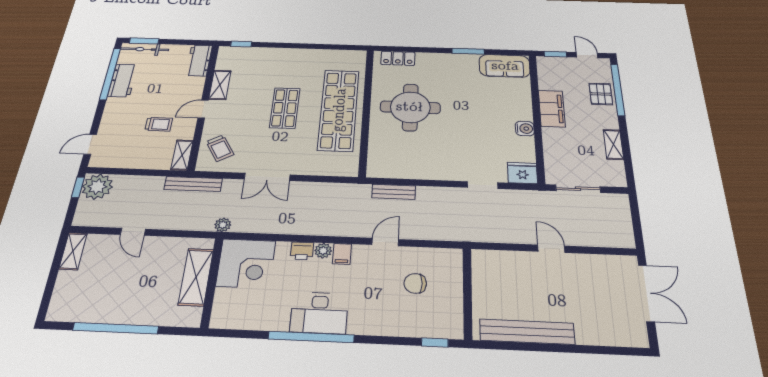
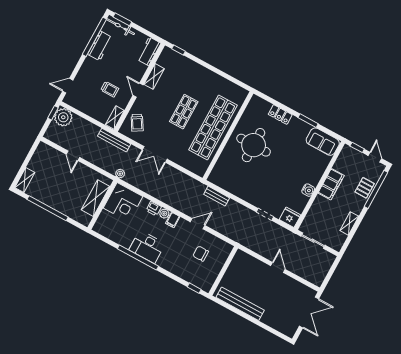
locker: (398, 58) -> (280, 114), moved
door: (203, 109) -> (138, 90), hinge flipped
shelving: (73, 251) -> (25, 180), moved

